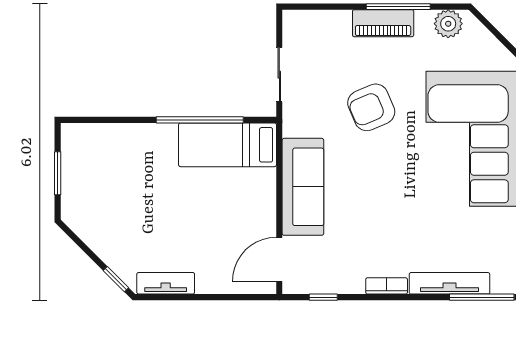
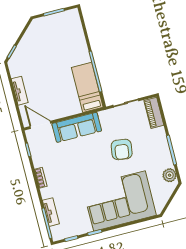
piano: (383, 23) -> (154, 113), moved
armchair: (371, 107) -> (122, 149), turned -149
tv unit: (166, 283) -> (20, 91), moved
tv unit: (449, 283) -> (51, 212), width x0.71

